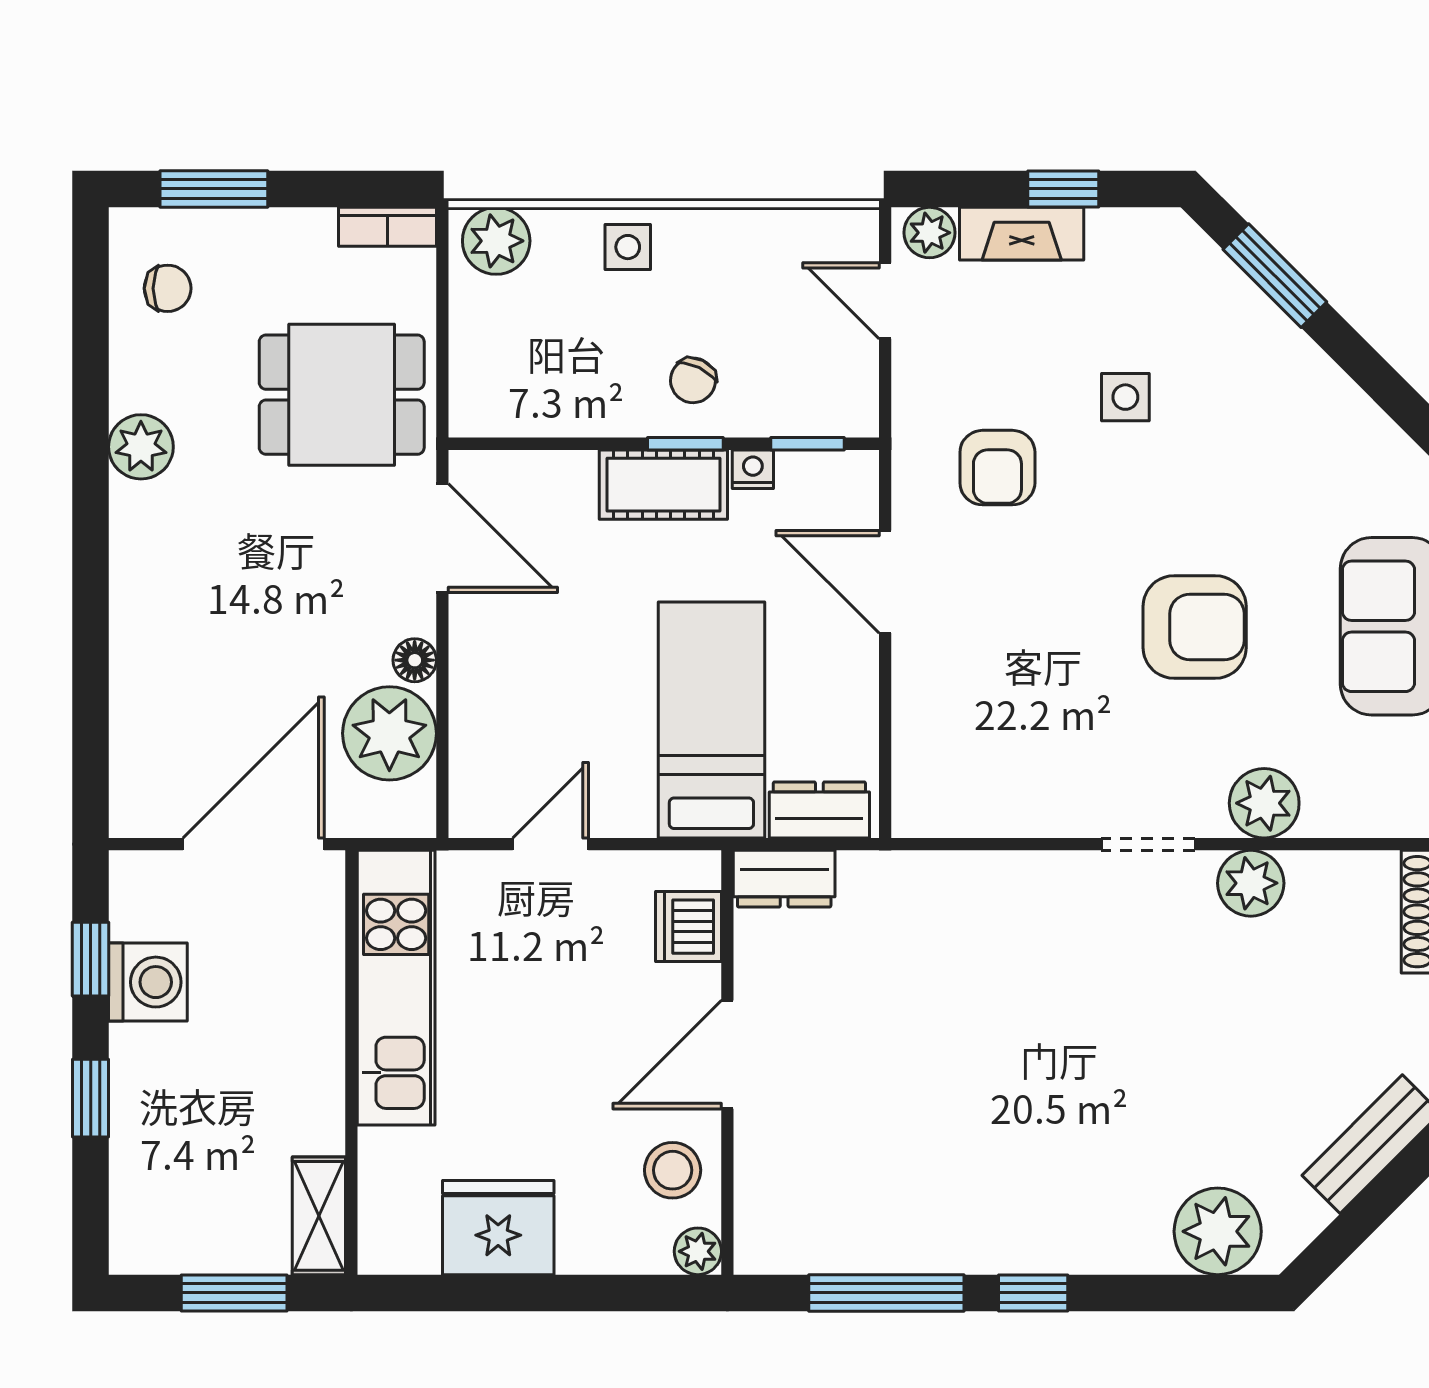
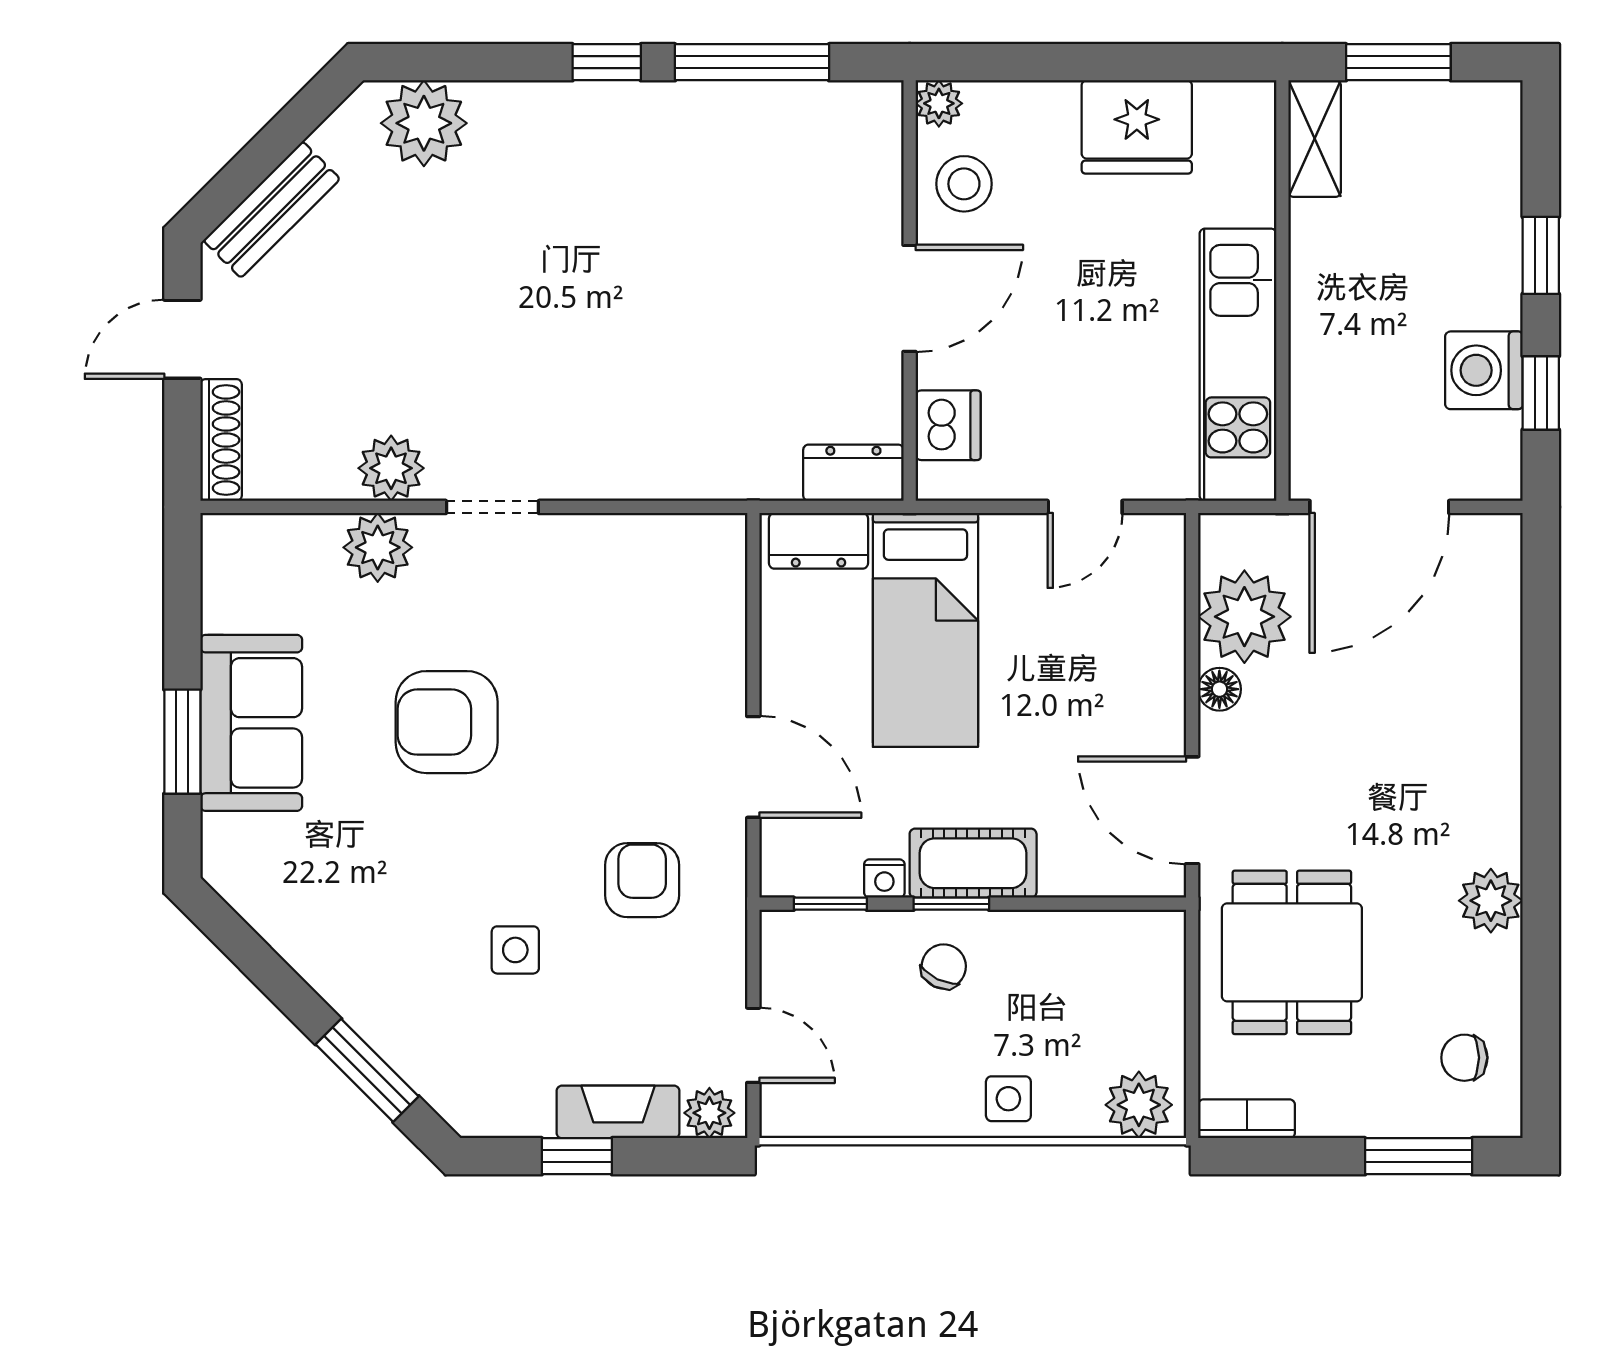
dining table: (342, 395) -> (1292, 952), turned 90

